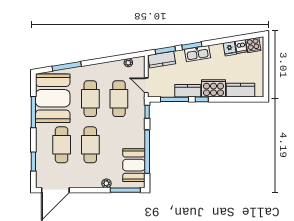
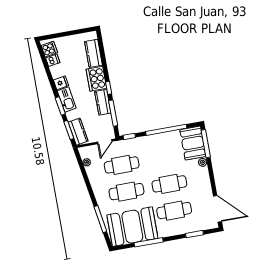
fridge: (230, 49) -> (61, 83), moved
booth: (134, 165) -> (193, 143), moved, turned 90

